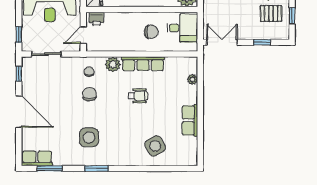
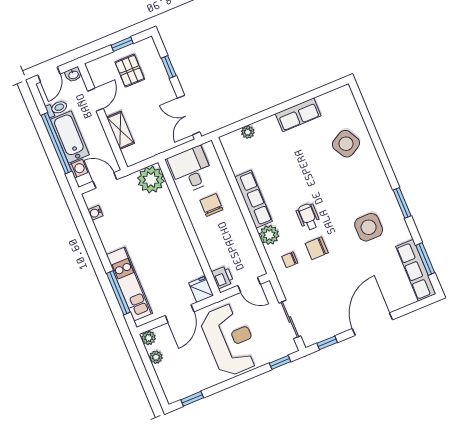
wheelchair: (138, 96) -> (308, 217), moved
row of seats: (37, 158) -> (416, 270), width x1.48

